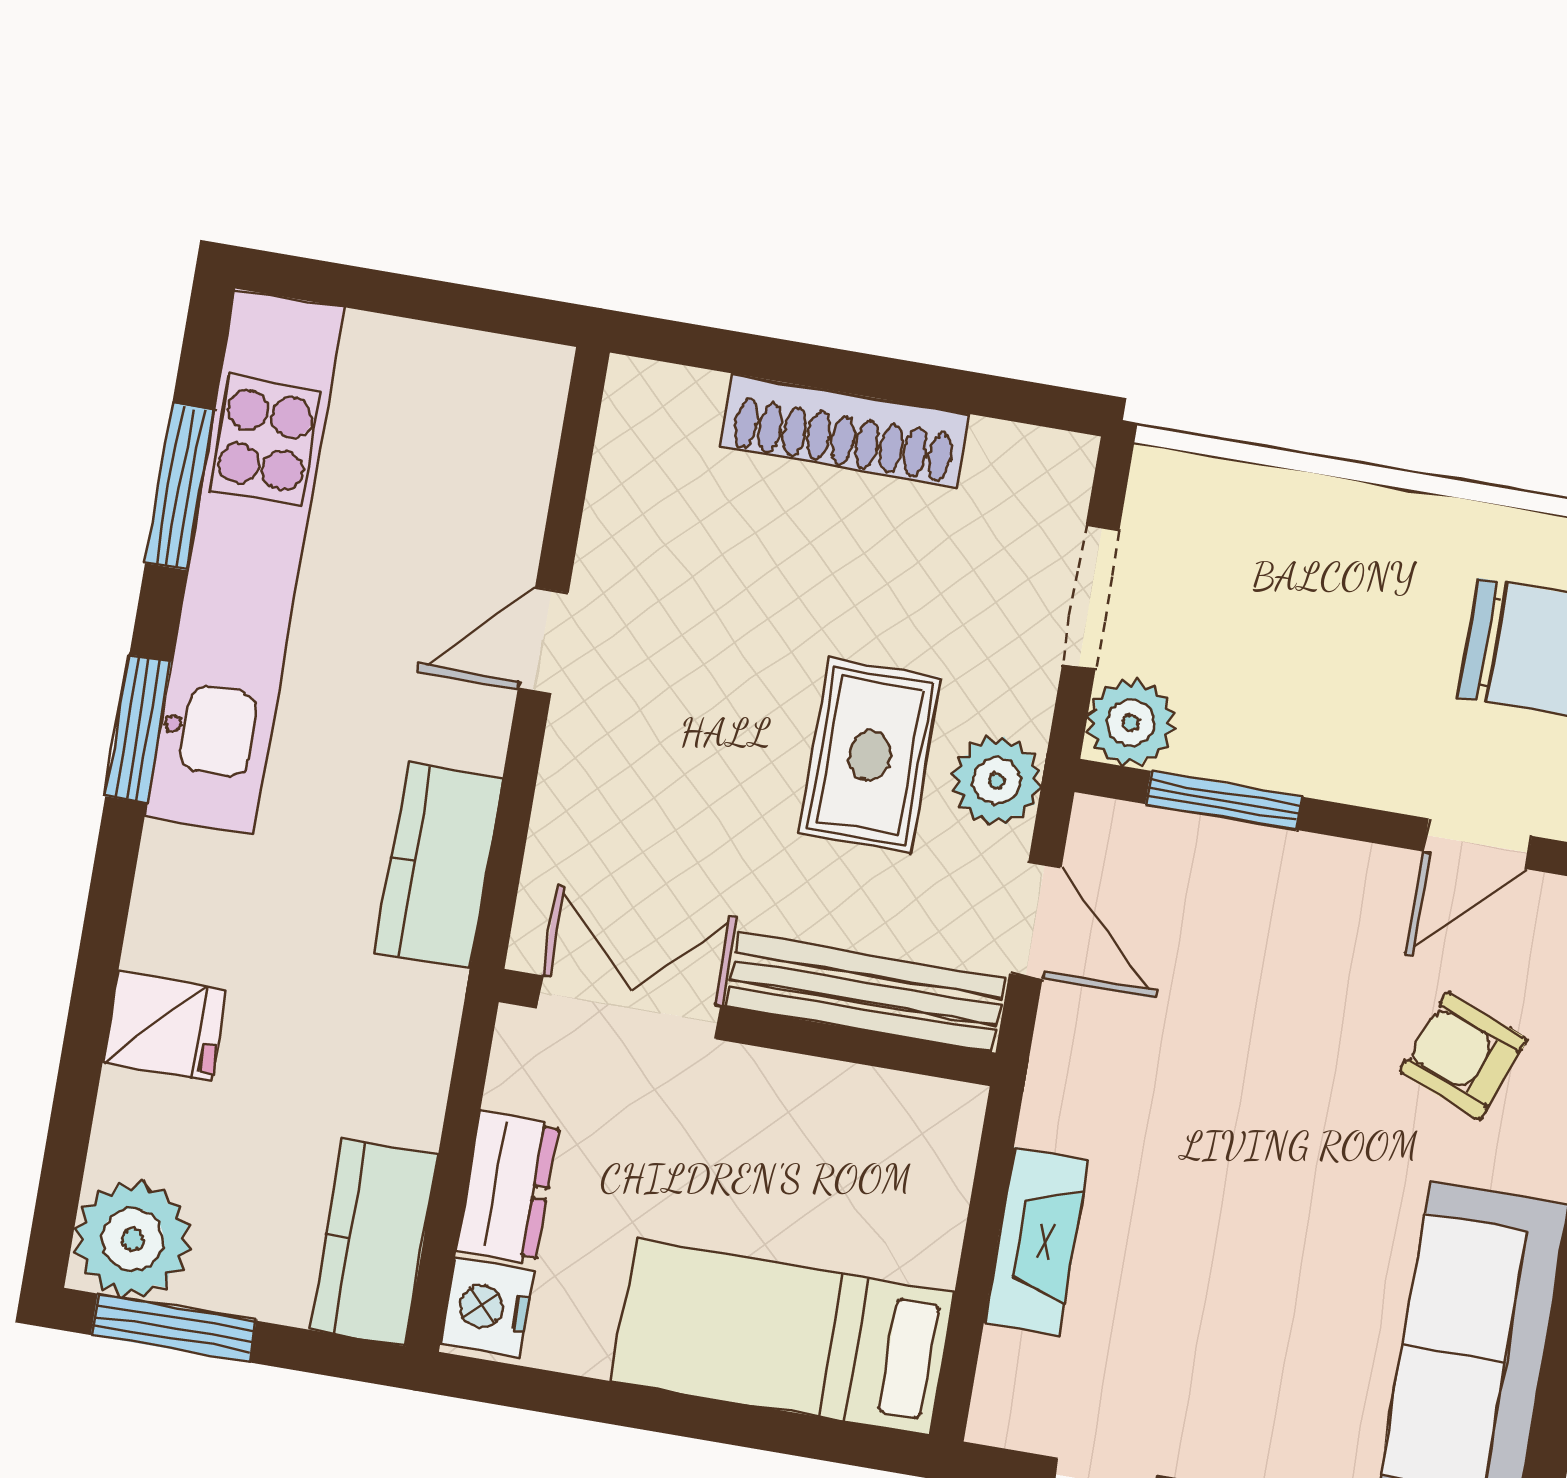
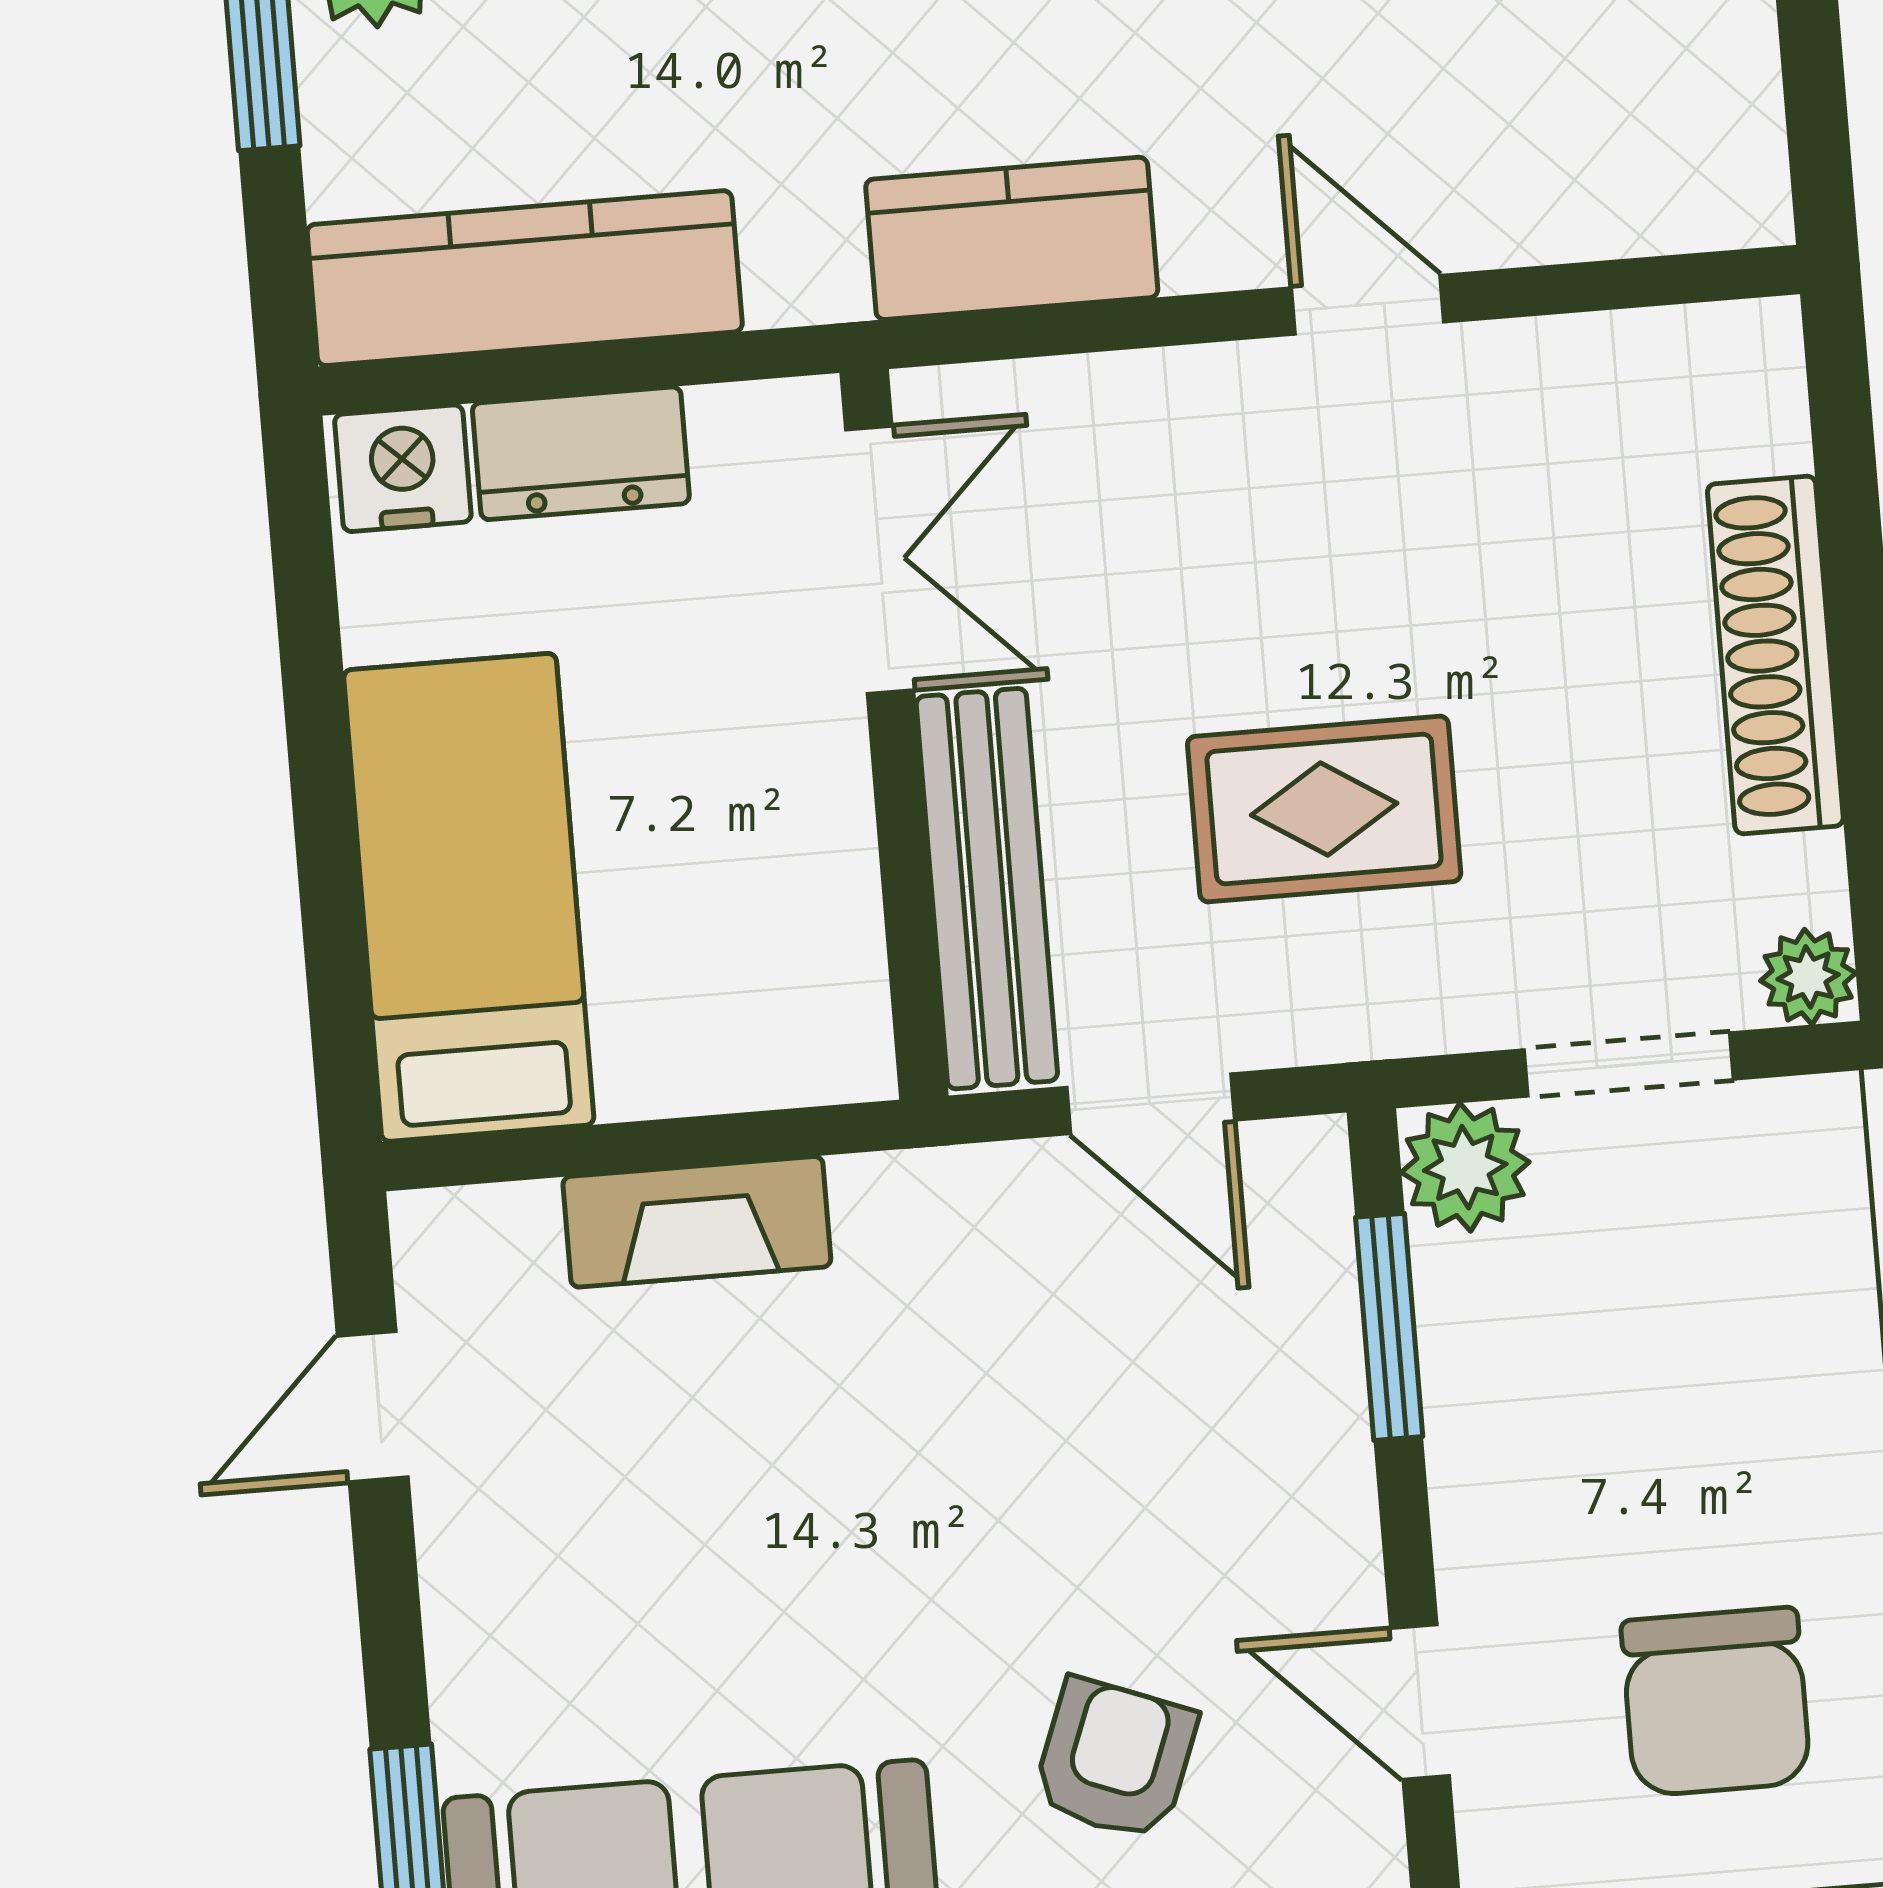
plant: (996, 781) -> (1808, 977), moved, width x0.73, depth x0.73
door: (1035, 920) -> (1151, 1104), hinge flipped
kitchen counter: (374, 1242) -> (525, 278), width x1.50

